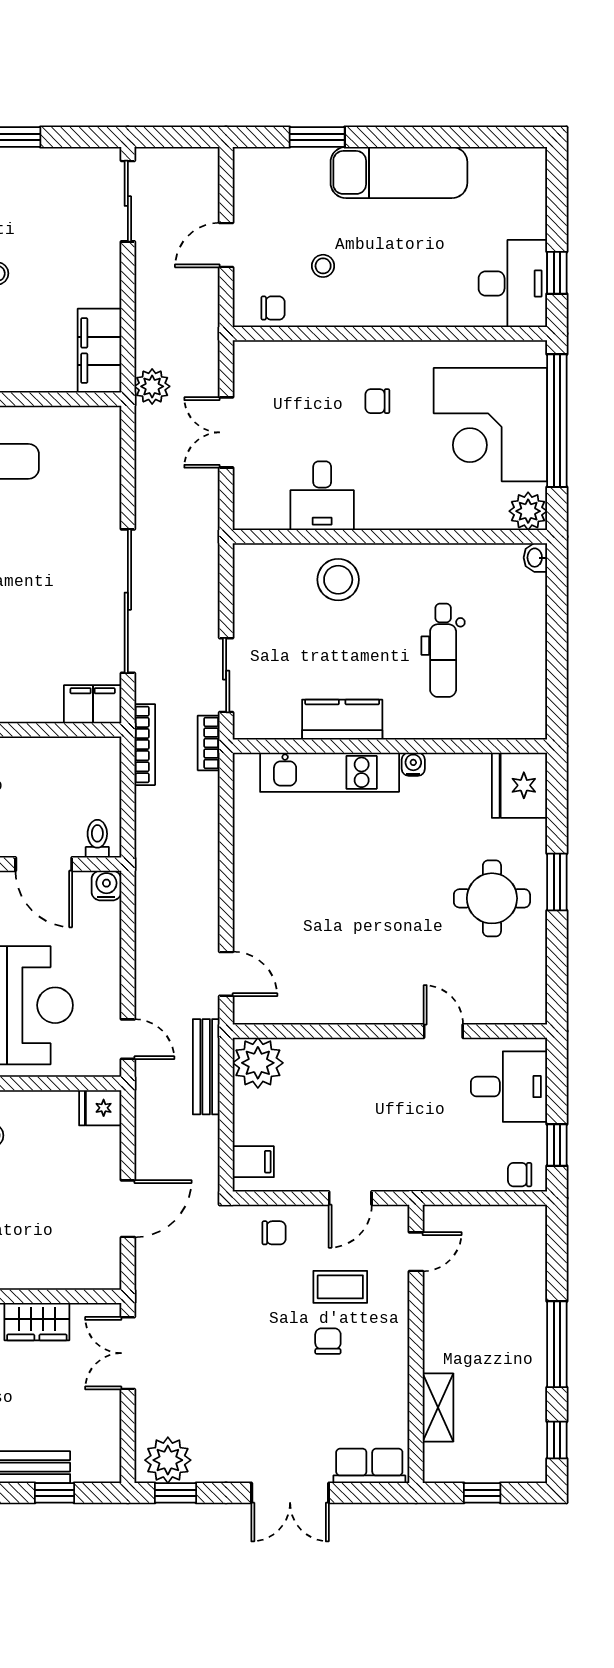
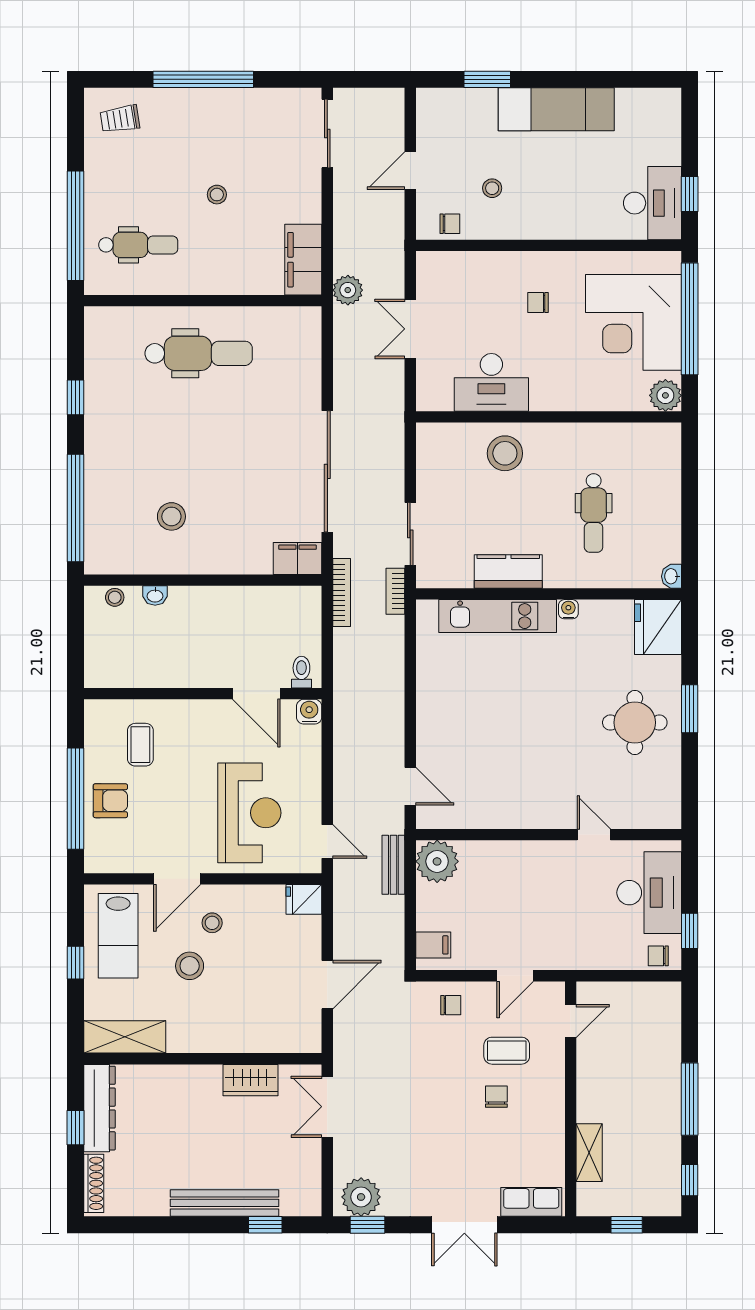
desk: (322, 496) -> (491, 382), width x1.37
washbasin: (535, 558) -> (672, 576), moved
bench: (206, 1067) -> (393, 865), width x0.73
desk: (509, 1087) -> (649, 893), width x1.37

